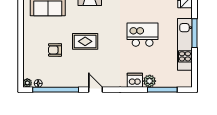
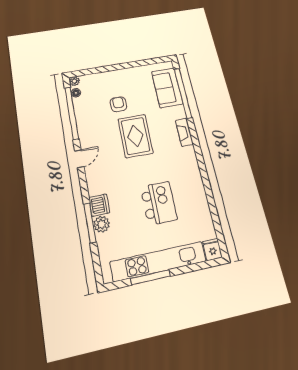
window: (195, 33) -> (150, 277), moved
rug: (85, 41) -> (135, 136), width x1.36, depth x1.43
kitchen unit: (185, 44) -> (158, 261), width x1.36
window: (162, 90) -> (90, 223), moved

